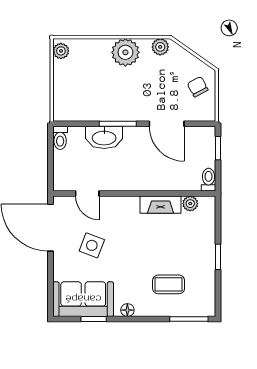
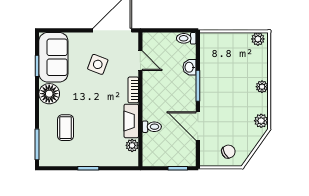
plant: (125, 52) -> (262, 87), width x0.53, depth x0.53
door: (167, 124) -> (198, 126), hinge flipped
washbasin: (104, 137) -> (190, 67), width x0.52, depth x0.69
toilet: (209, 180) -> (152, 127), moved
door: (87, 194) -> (140, 61), swing flipped
bookcase: (123, 202) -> (133, 90), added
floor lamp: (127, 310) -> (49, 94), width x1.89, depth x1.89

